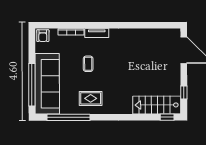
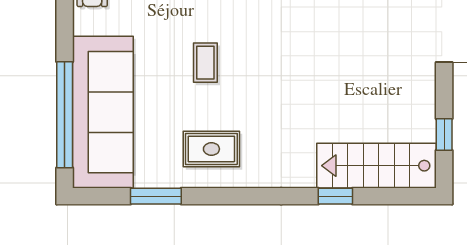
window: (68, 117) -> (156, 196), width x0.47
window: (167, 117) -> (335, 196), moved

